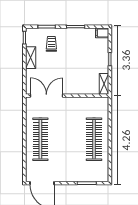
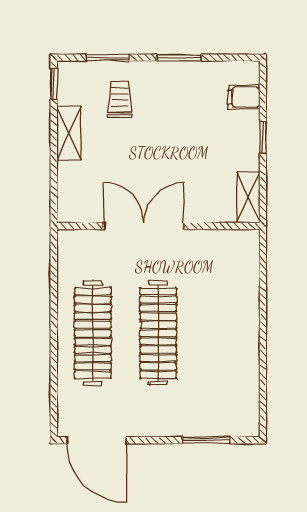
filing cabinet: (102, 33) -> (244, 97), moved
double door: (46, 96) -> (144, 226), moved
clothes rail: (94, 139) -> (158, 333), moved

